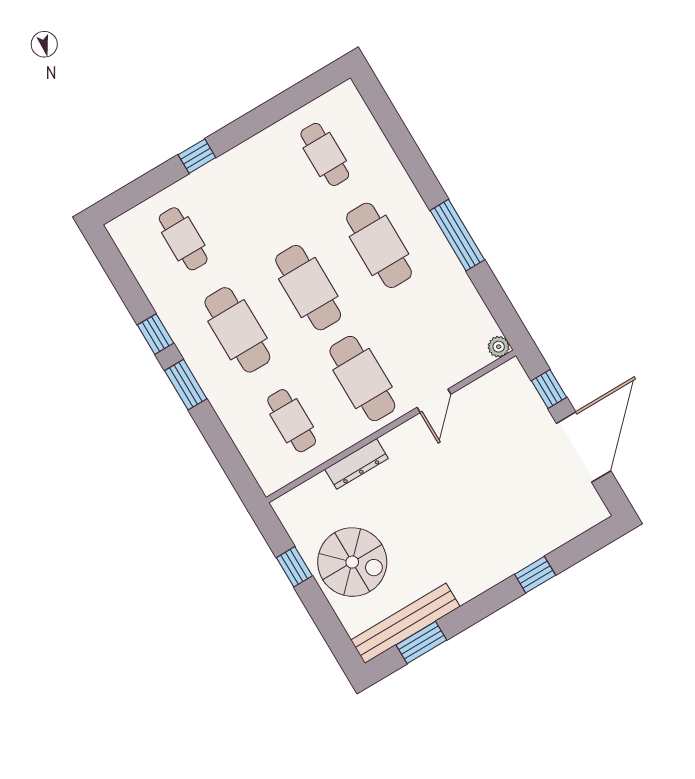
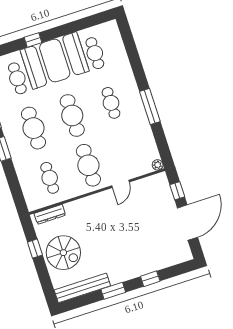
booth: (249, 187) -> (55, 61), added
cafe table: (379, 245) -> (111, 103), width x0.73, depth x0.74
dresser: (357, 464) -> (50, 214), moved
window: (421, 643) -> (113, 291), moved

